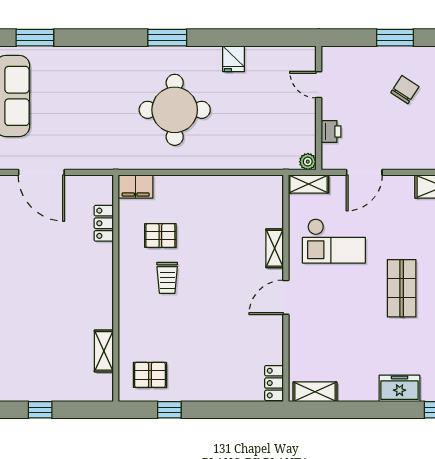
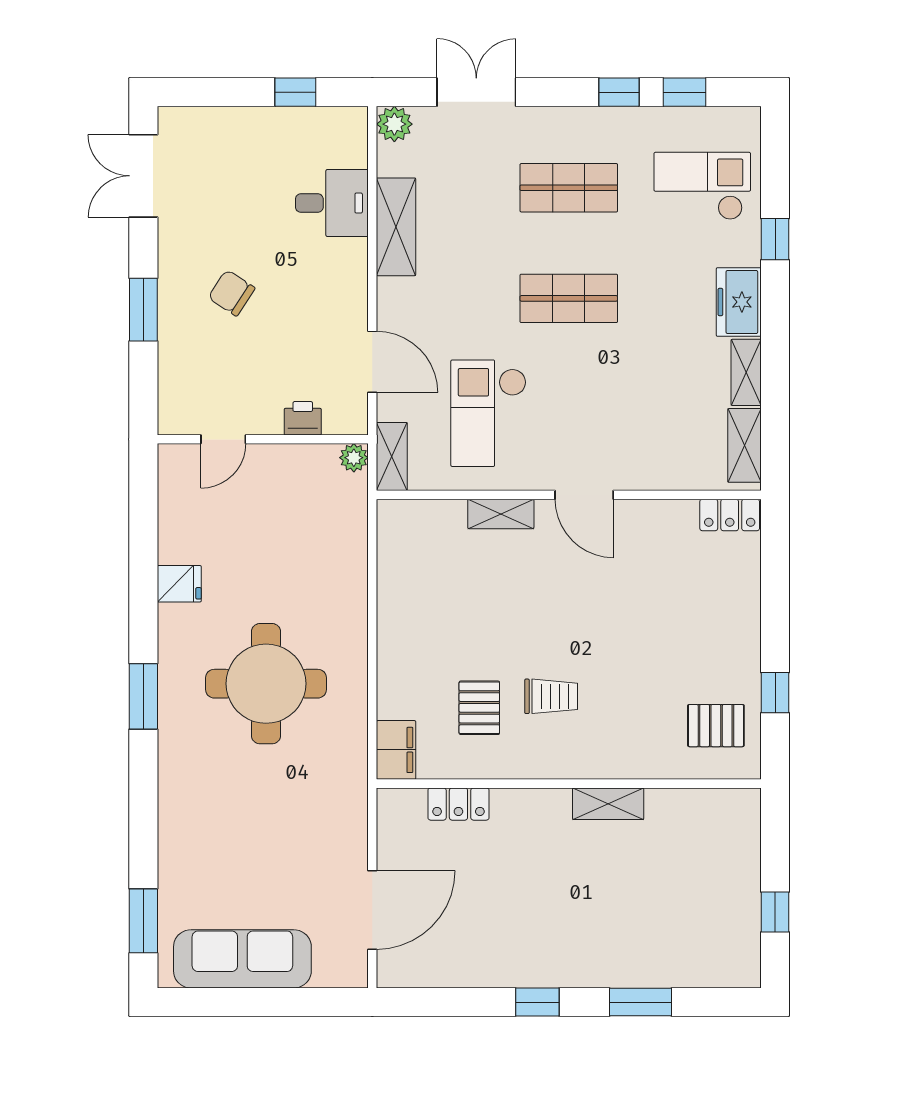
checkout: (334, 241) -> (488, 413), turned 180
shelving: (104, 351) -> (608, 804), moved
pallet: (150, 375) -> (716, 726), turned 90
shelving: (358, 393) -> (746, 372), added

